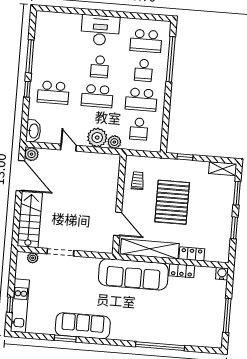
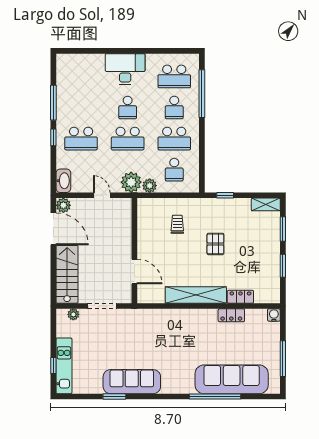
pallet: (172, 202) -> (215, 244), width x0.49, depth x0.50
wall: (119, 204) -> (134, 251), moved
door: (118, 224) -> (134, 271), moved
sofa: (133, 274) -> (232, 379), moved, turned 180

